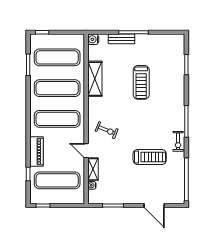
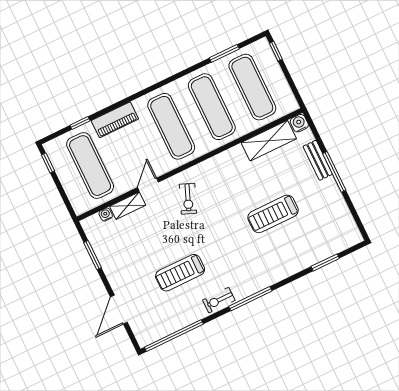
shelving: (95, 79) -> (269, 141), moved
treadmill: (150, 157) -> (180, 273), turned 90

